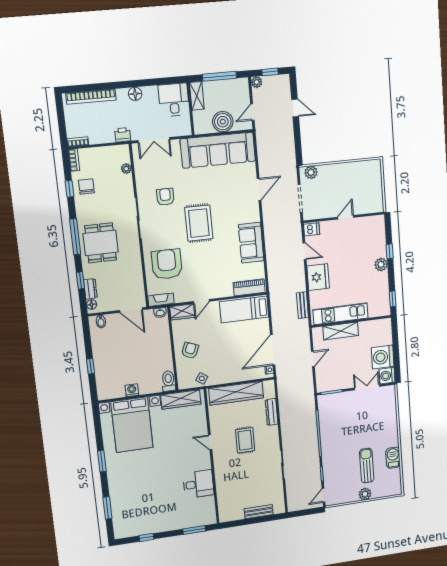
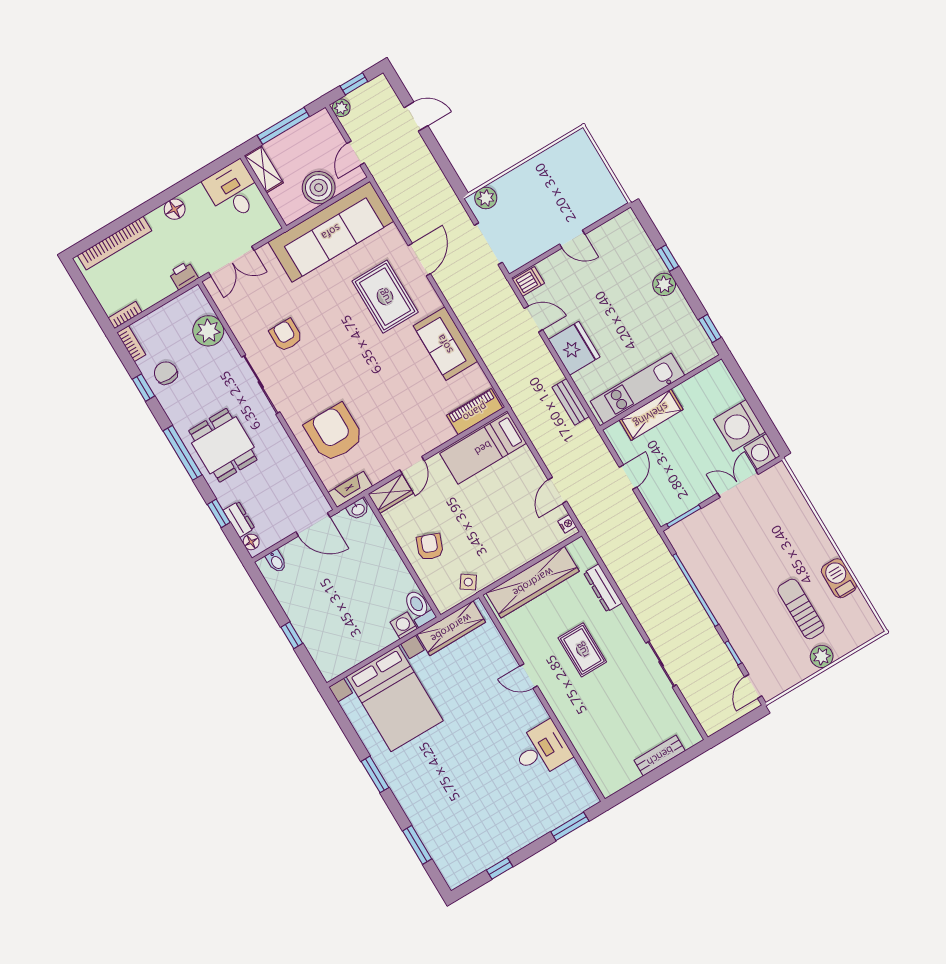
plant: (126, 169) -> (208, 331), width x1.88, depth x1.88
door: (346, 217) -> (572, 239), swing flipped
rug: (199, 223) -> (385, 297), moved
door: (273, 350) -> (557, 491), width x0.53
washing machine: (132, 390) -> (404, 625), moved

